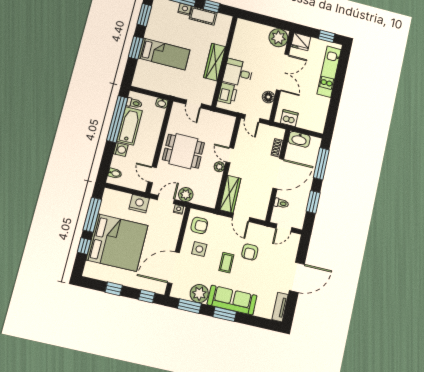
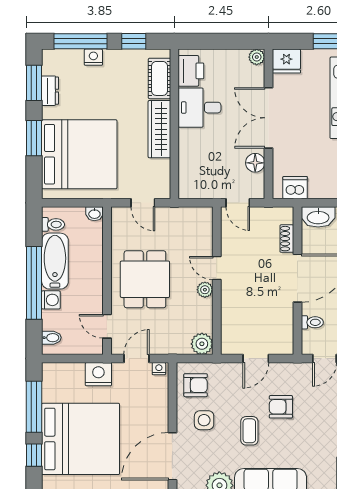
cot: (203, 16) -> (159, 78), moved, turned 90
dresser: (153, 22) -> (50, 91), added
plant: (278, 38) -> (257, 57), width x0.53, depth x0.53
bed: (164, 54) -> (79, 154), width x2.04
double door: (283, 72) -> (269, 118), swing flipped
desk: (238, 73) -> (199, 108), moved
printer: (228, 94) -> (191, 71), moved
window: (117, 119) -> (34, 283), moved
dining table: (183, 151) -> (145, 279), turned 90
plant: (186, 194) -> (202, 344), moved
wardrobe: (230, 194) -> (231, 327), removed
door: (241, 218) -> (256, 359), hinge flipped
armchair: (250, 252) -> (281, 407), turned 90

